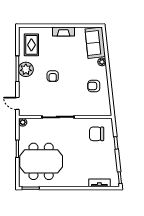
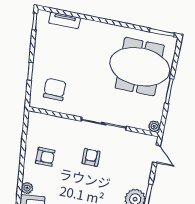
armchair: (53, 76) -> (91, 157), moved
chair: (97, 134) -> (55, 89), turned -90

